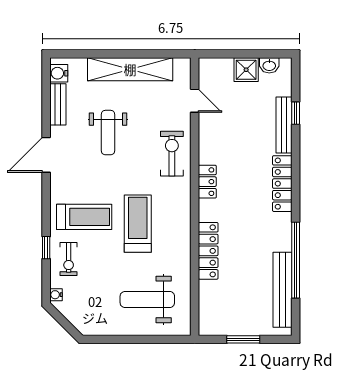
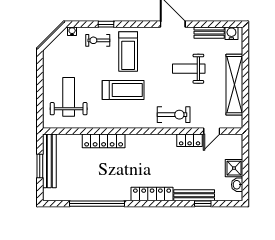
locker: (207, 182) -> (190, 140), moved
bench: (282, 290) -> (49, 161), moved, turned 90

